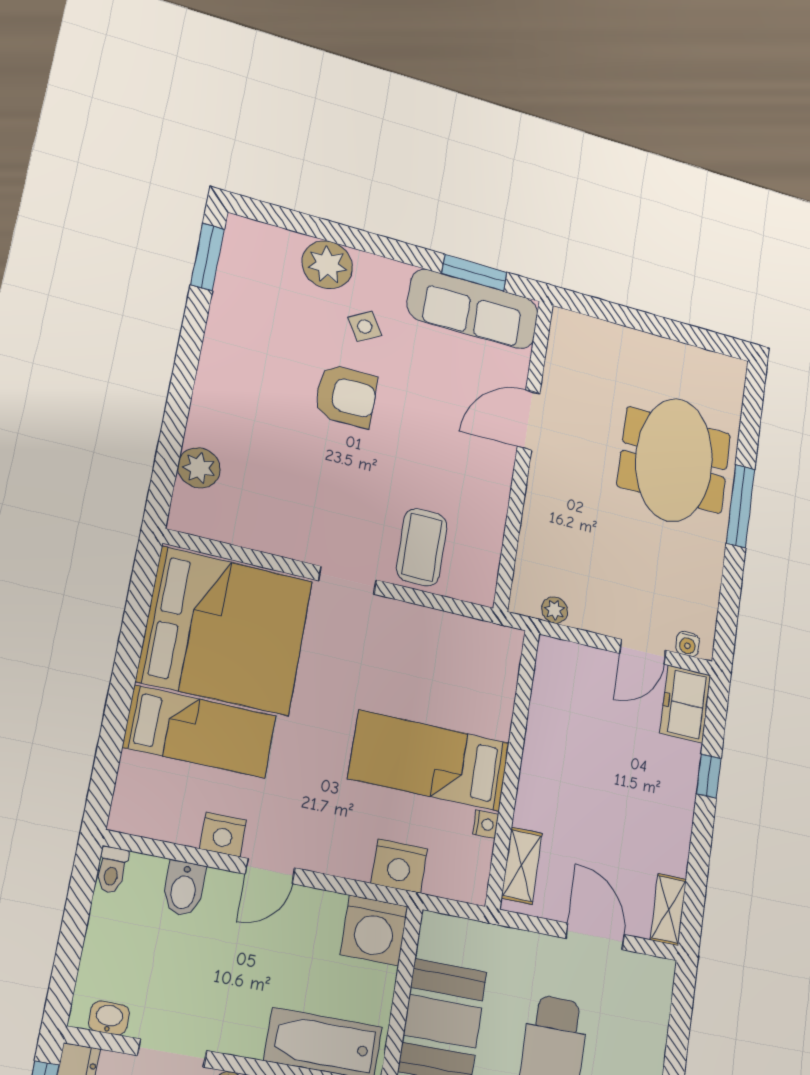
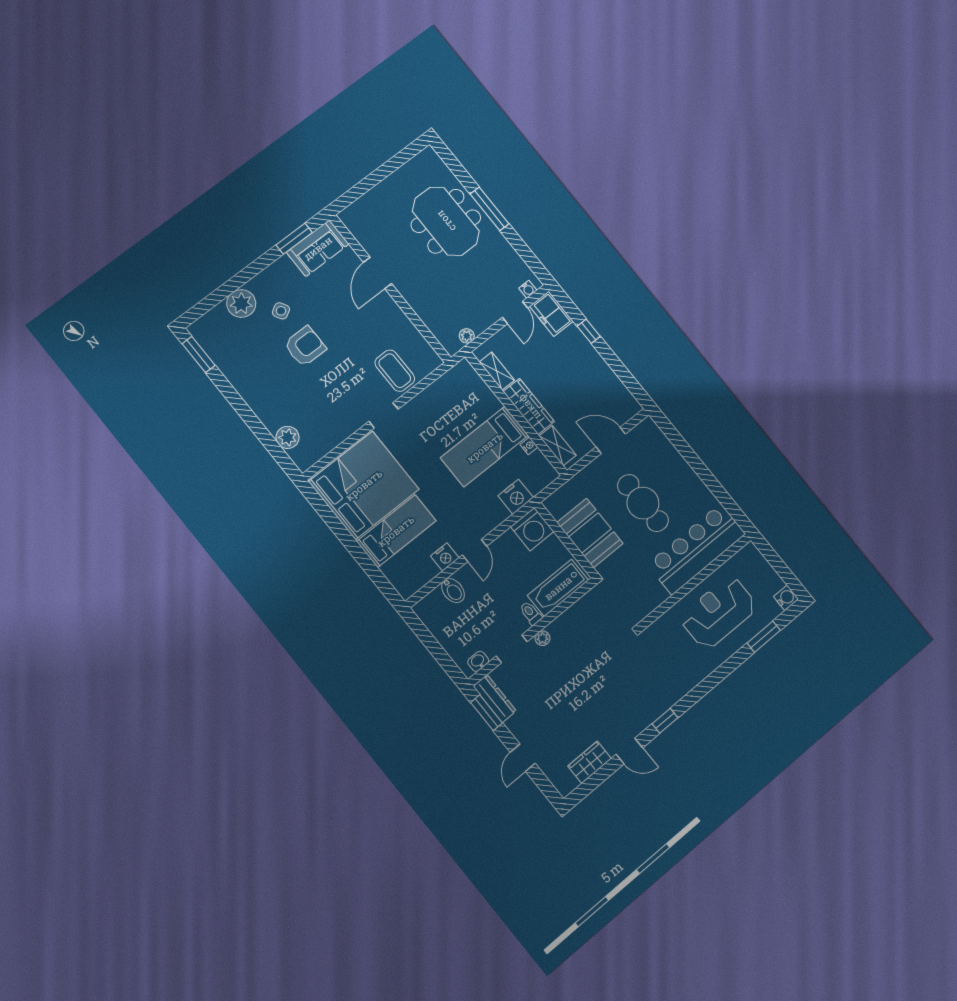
sofa: (473, 309) -> (318, 248), width x0.73
wardrobe: (538, 778) -> (529, 407), added
toilet: (112, 870) -> (531, 613), moved, turned 180
shelving: (668, 910) -> (497, 371), moved

